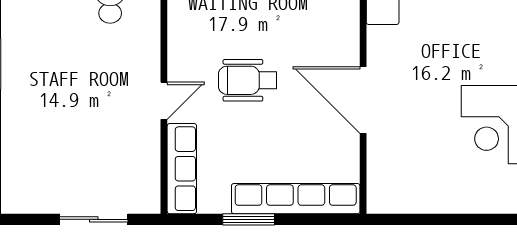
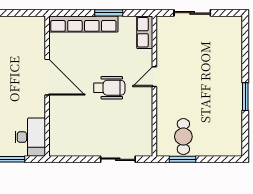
row of seats: (182, 169) -> (145, 32), width x0.68

